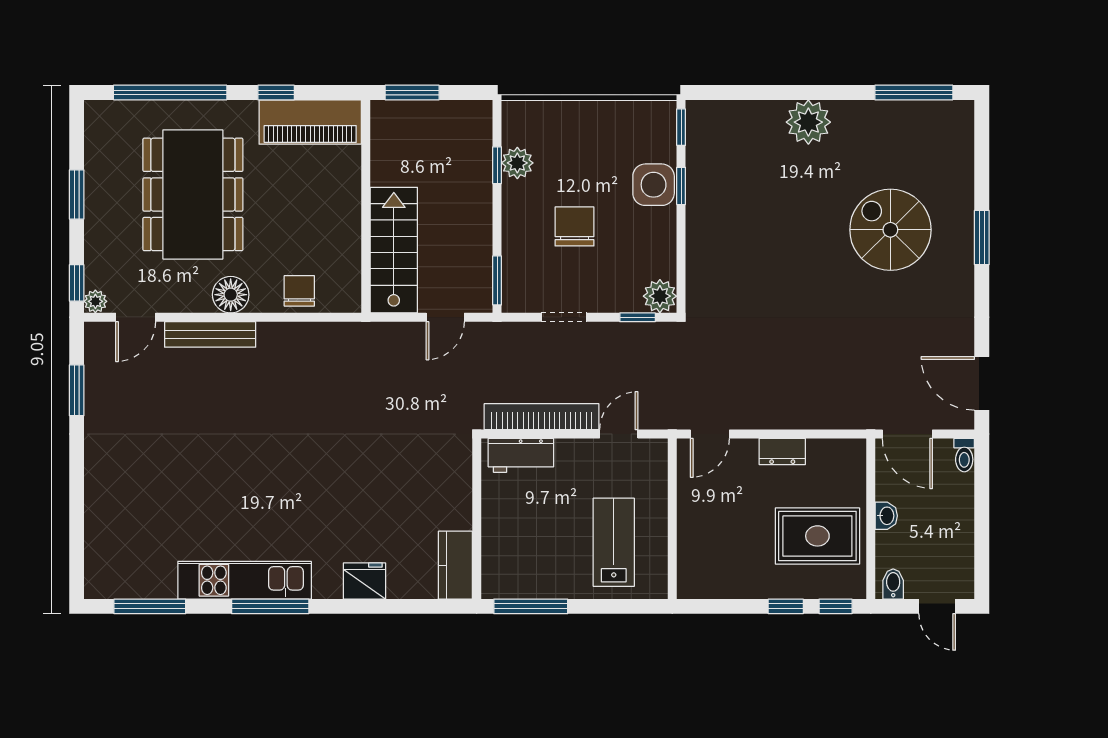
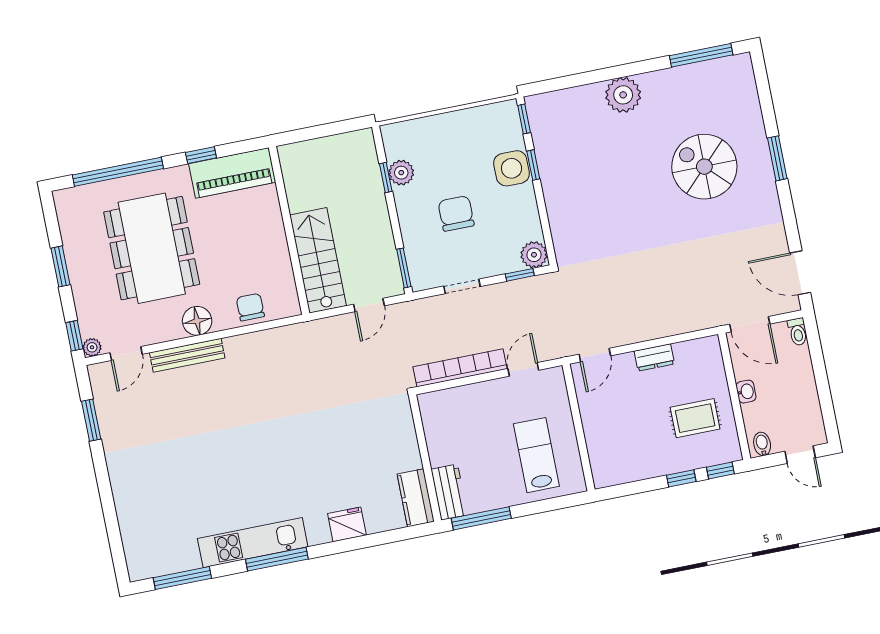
window: (412, 92) -> (308, 134), removed
workbench: (521, 455) -> (449, 492), moved, turned -90
rug: (817, 536) -> (695, 418), width x0.73, depth x0.70

